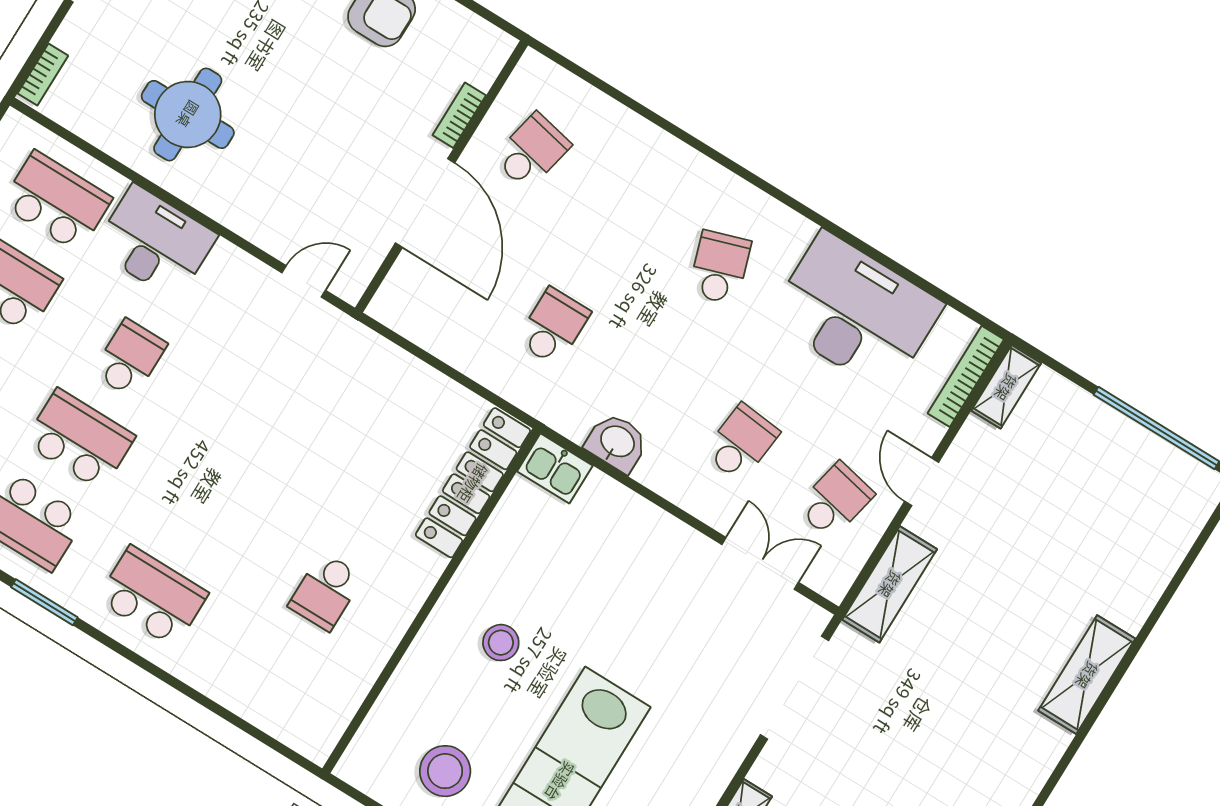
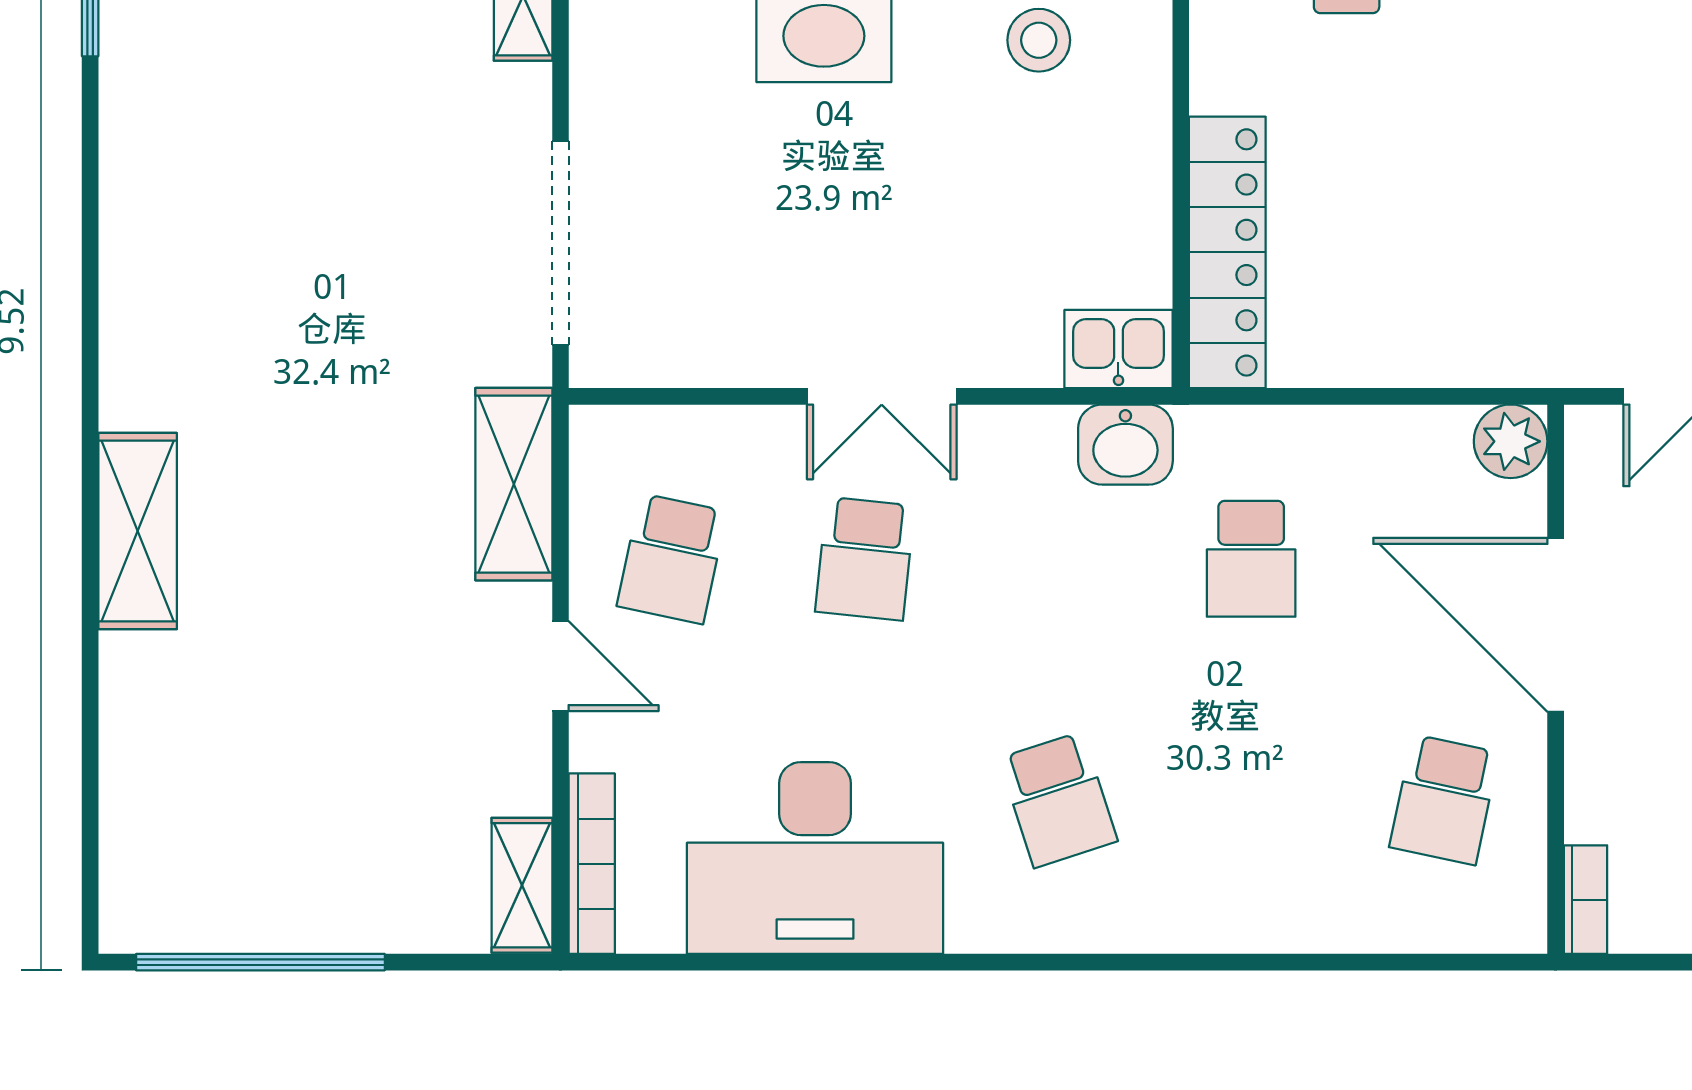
bookcase: (459, 115) -> (1585, 900), moved
plant: (392, 306) -> (1511, 441), added
washbasin: (617, 442) -> (1125, 445), moved
double door: (760, 563) -> (882, 396), moved

